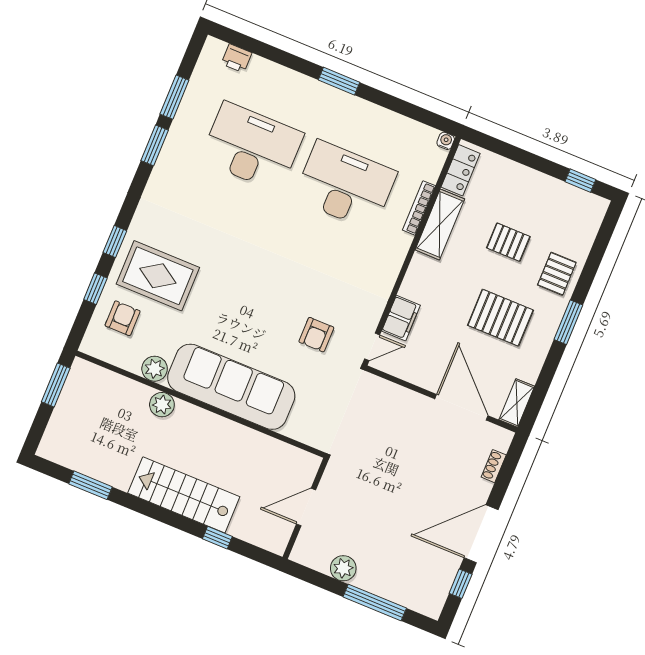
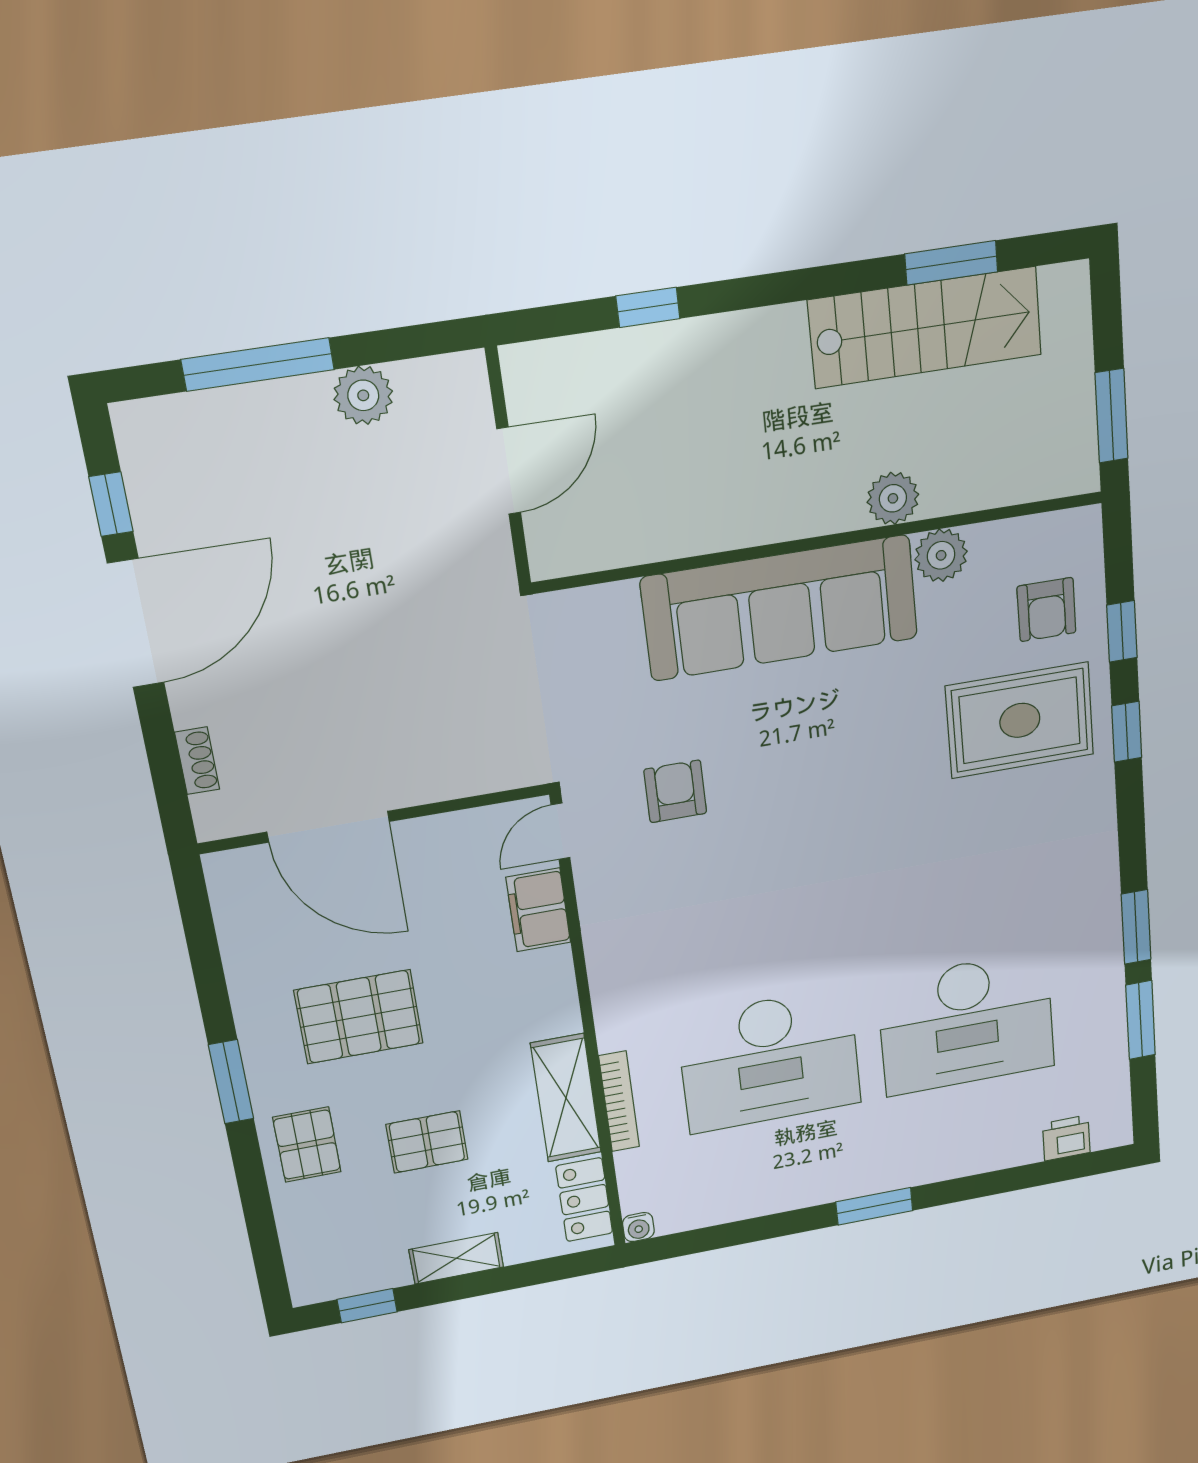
shelving: (517, 403) -> (456, 1258), moved, turned 90
stairs: (184, 495) -> (925, 328), moved

